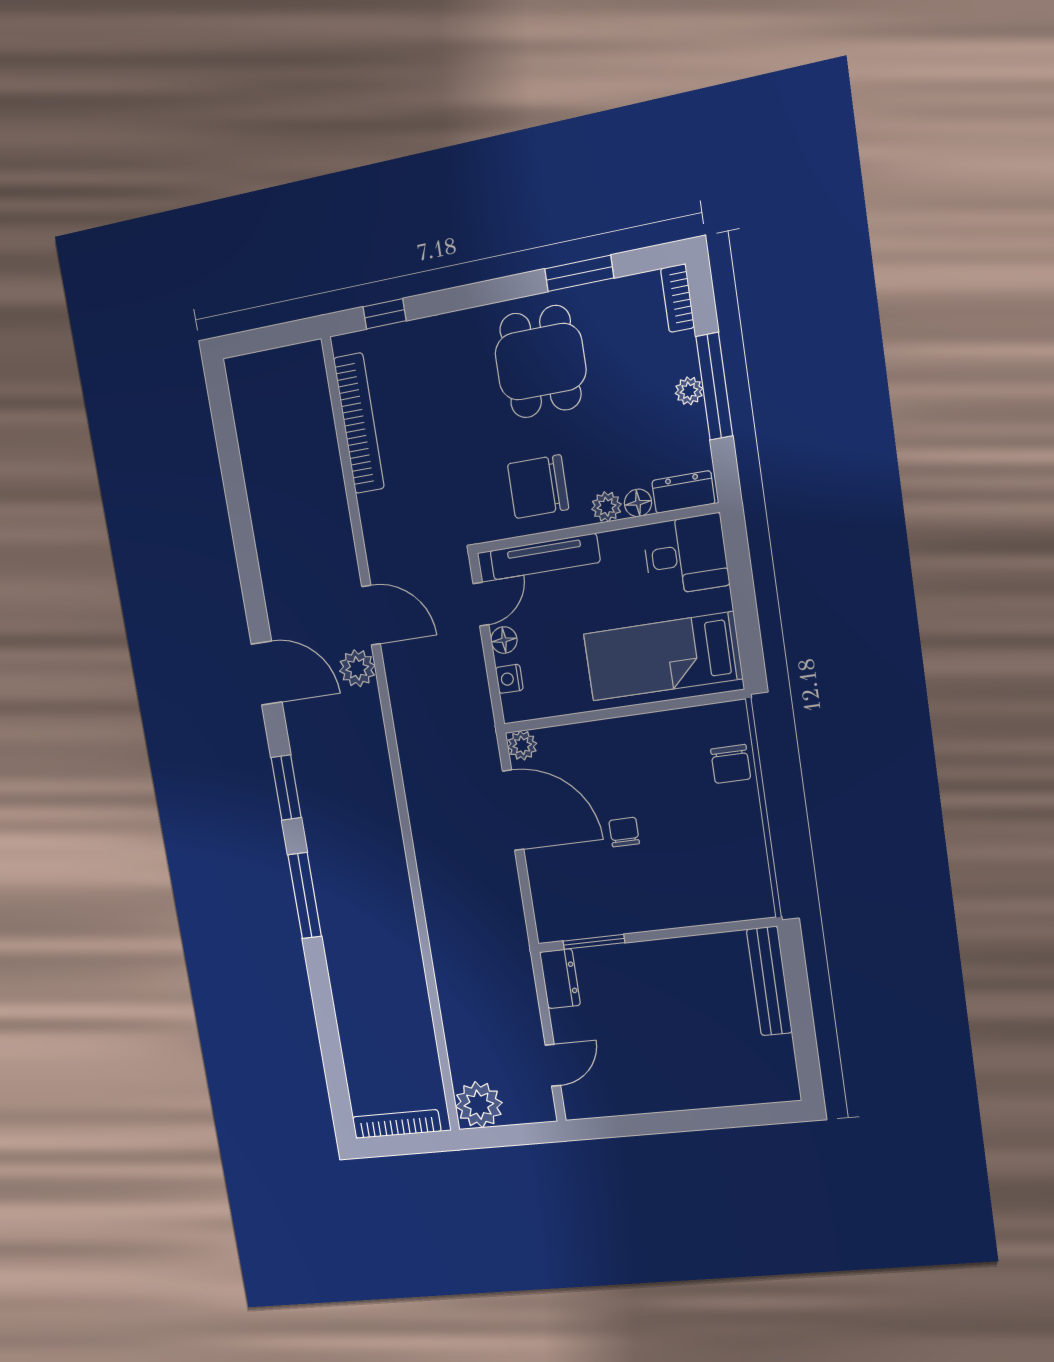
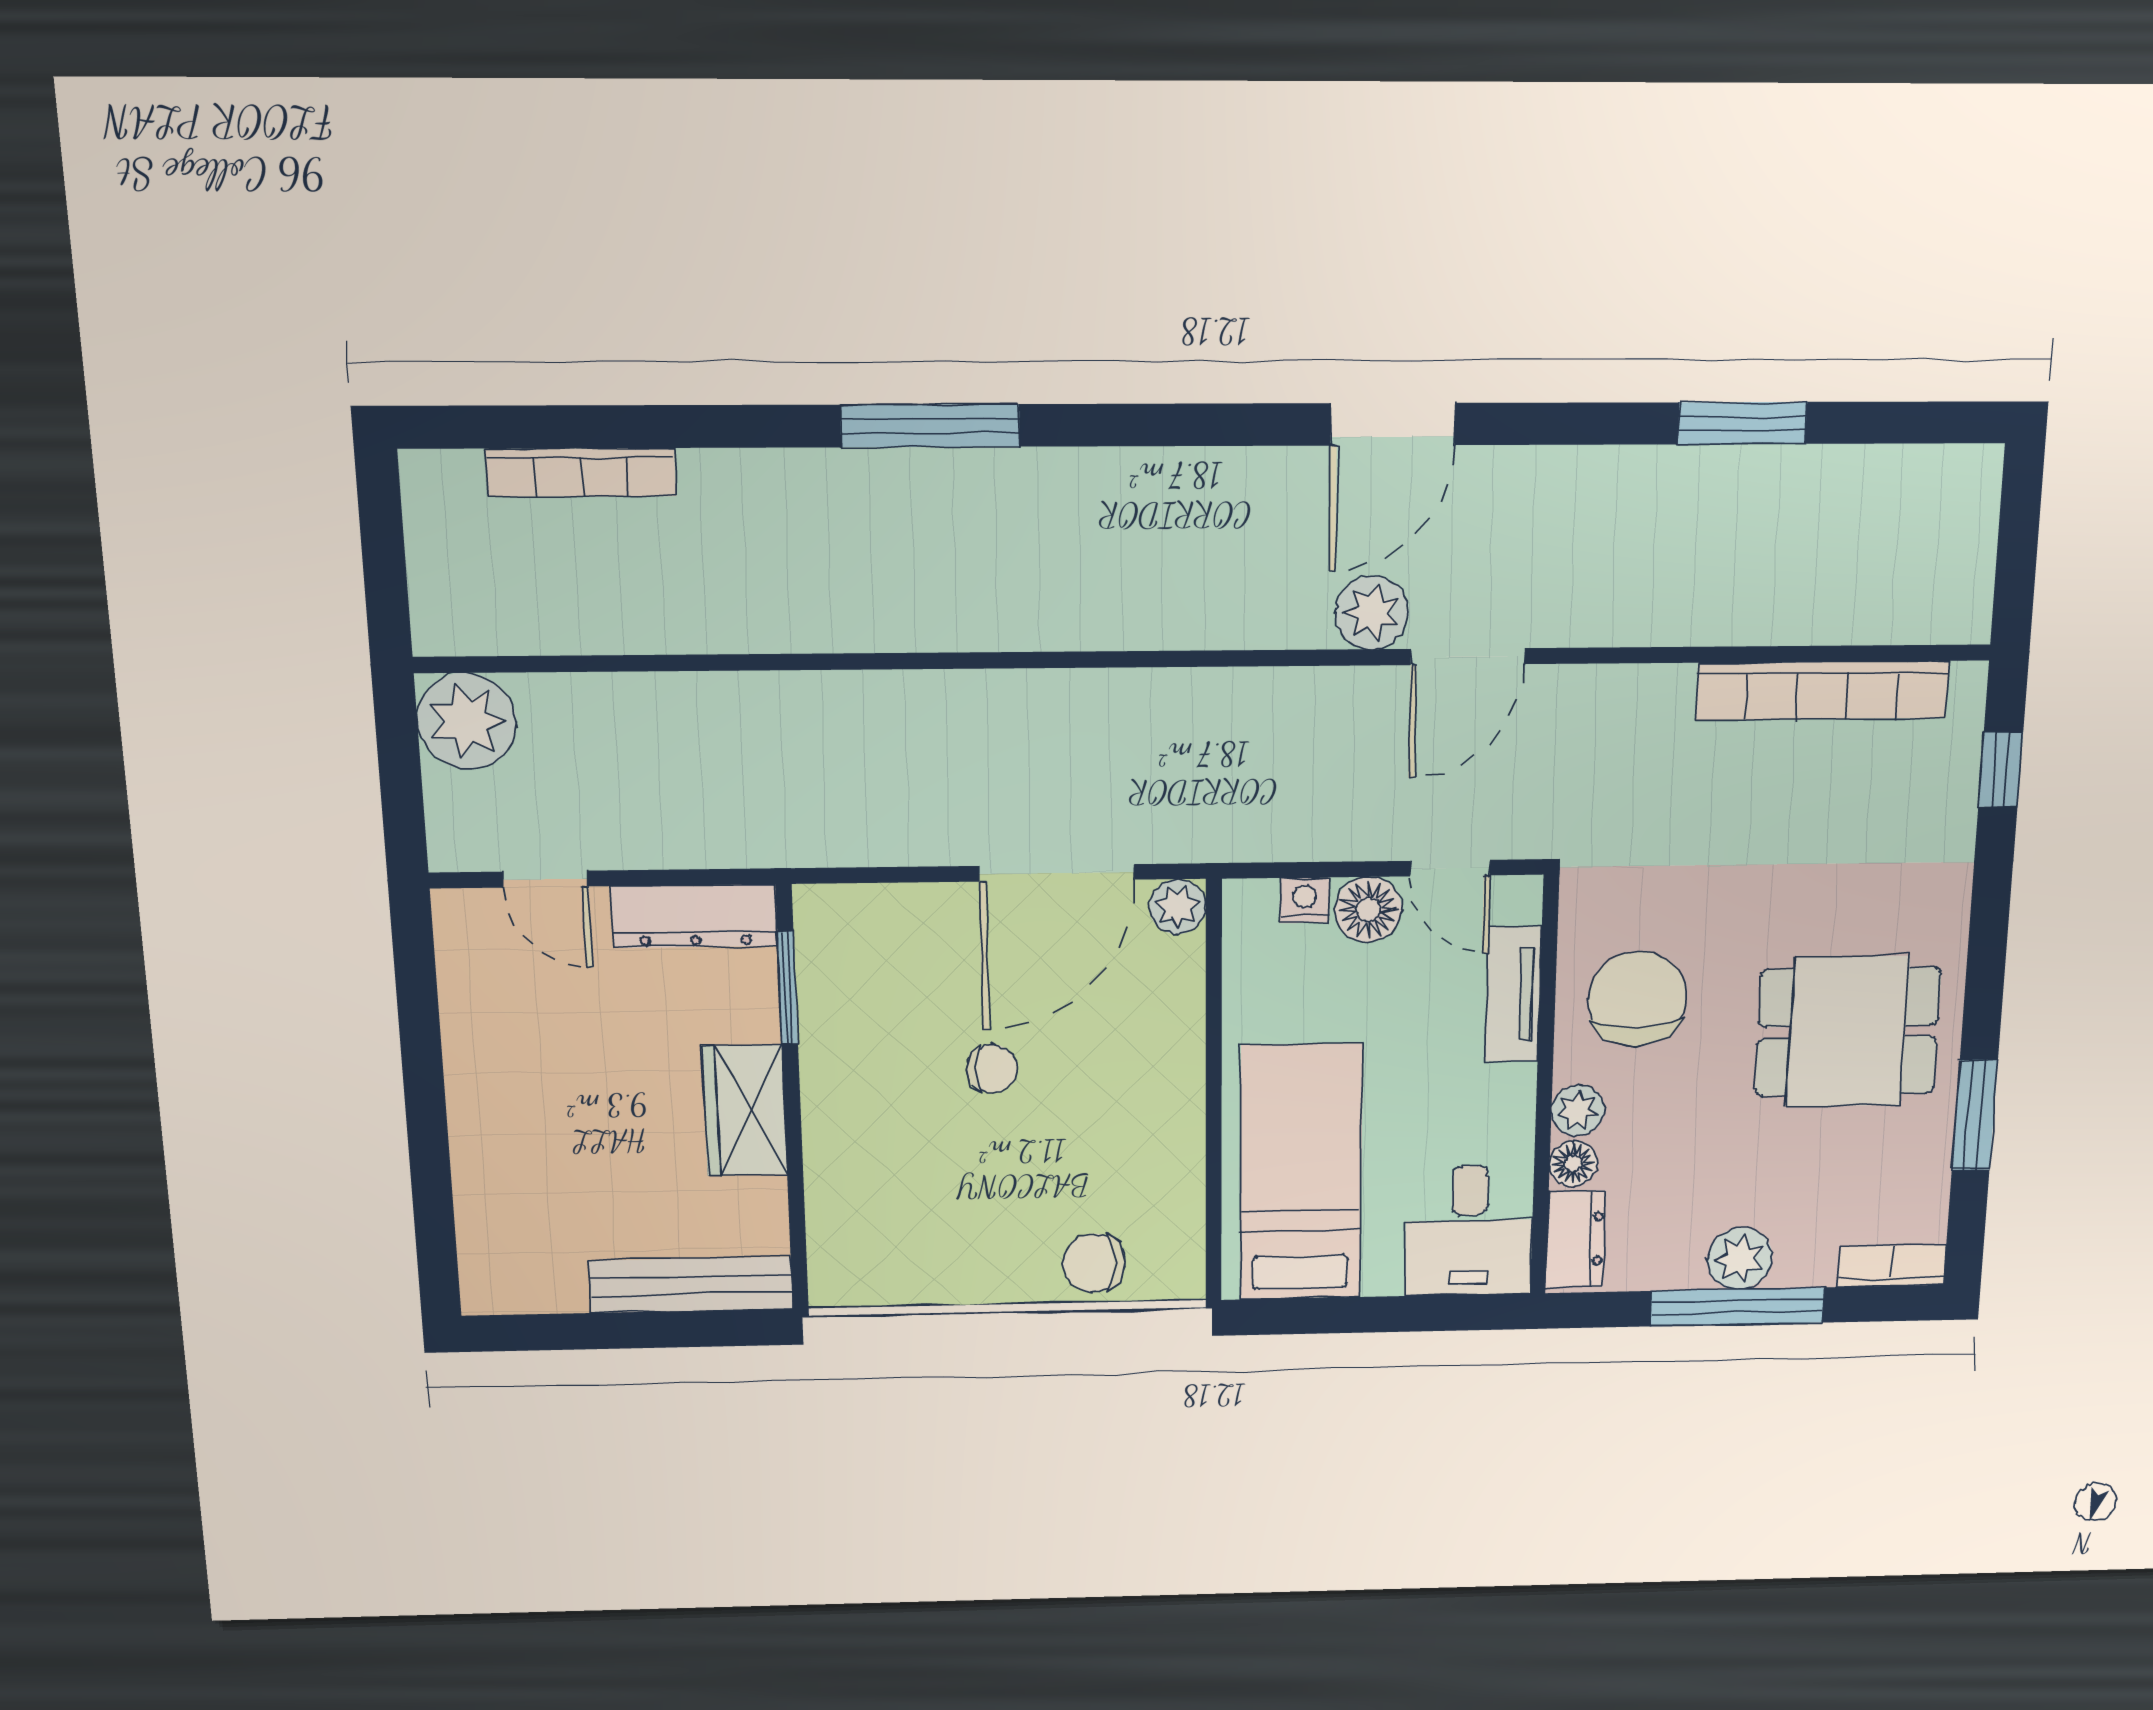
plant: (689, 391) -> (1740, 1258), width x1.38, depth x1.38
tv unit: (545, 557) -> (1513, 994), width x0.71
floor lamp: (504, 640) -> (1368, 910), width x1.37, depth x1.37
window: (286, 788) -> (1742, 423), moved
wardrobe: (664, 959) -> (745, 1110), added
dresser: (560, 979) -> (695, 916), width x1.44
bookcase: (397, 1124) -> (581, 472), moved, turned 90

